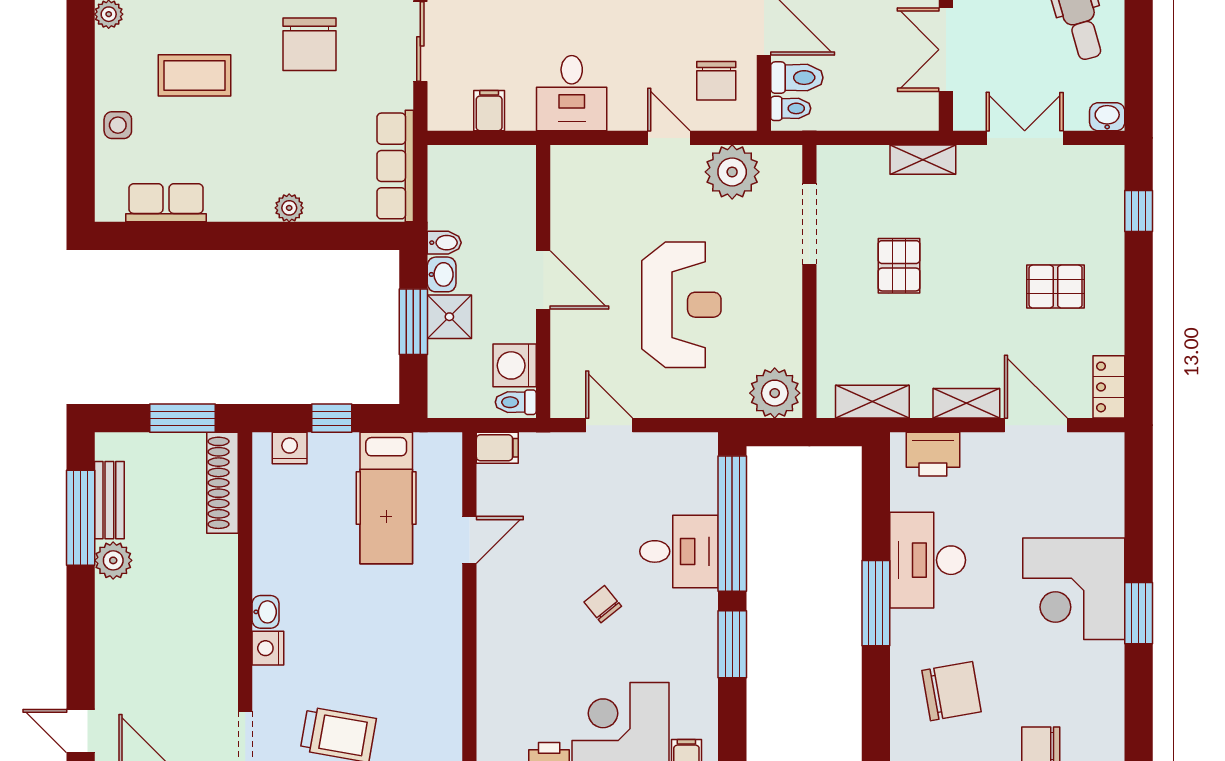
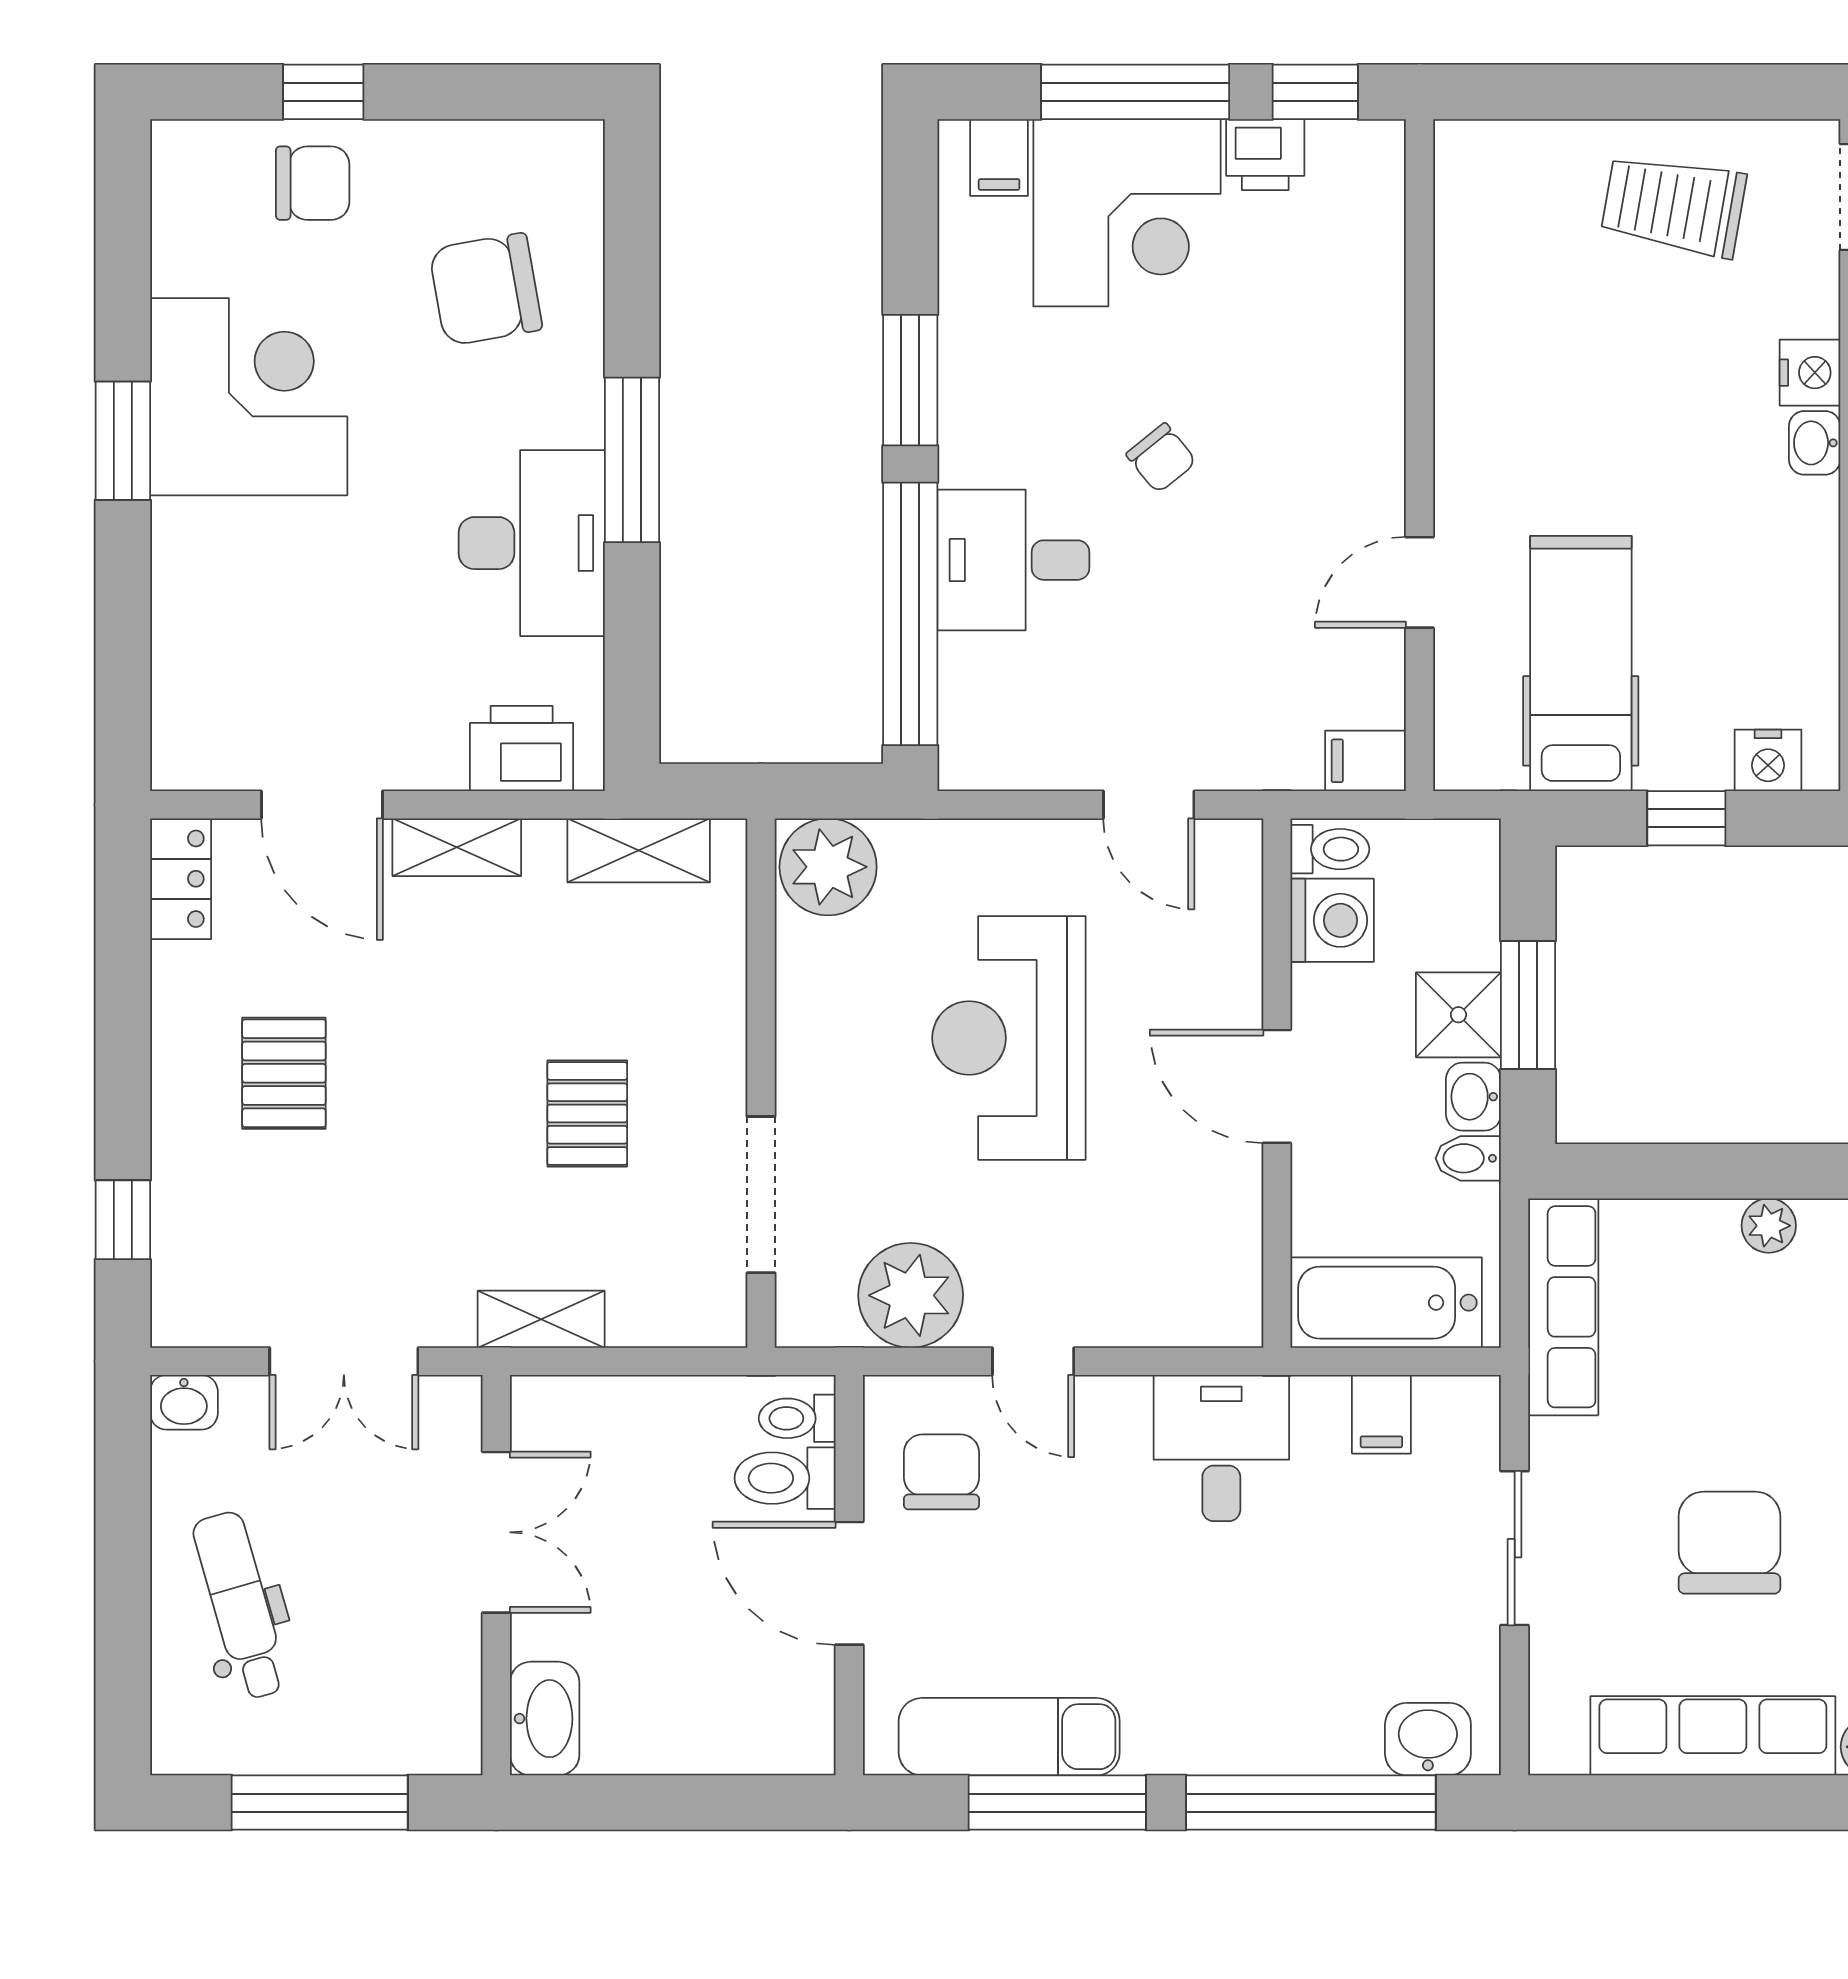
bathtub: (487, 168) -> (1386, 1303), added
pallet: (1056, 287) -> (284, 1073), turned 90
corner desk: (1074, 589) -> (249, 397), moved

